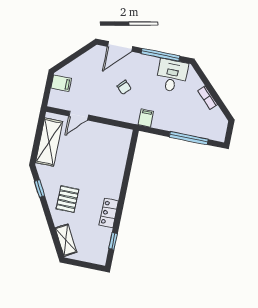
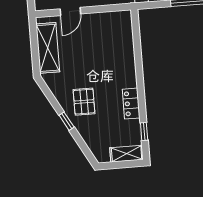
window: (40, 188) -> (67, 121), moved
shelving: (66, 240) -> (127, 154), moved, turned -61

